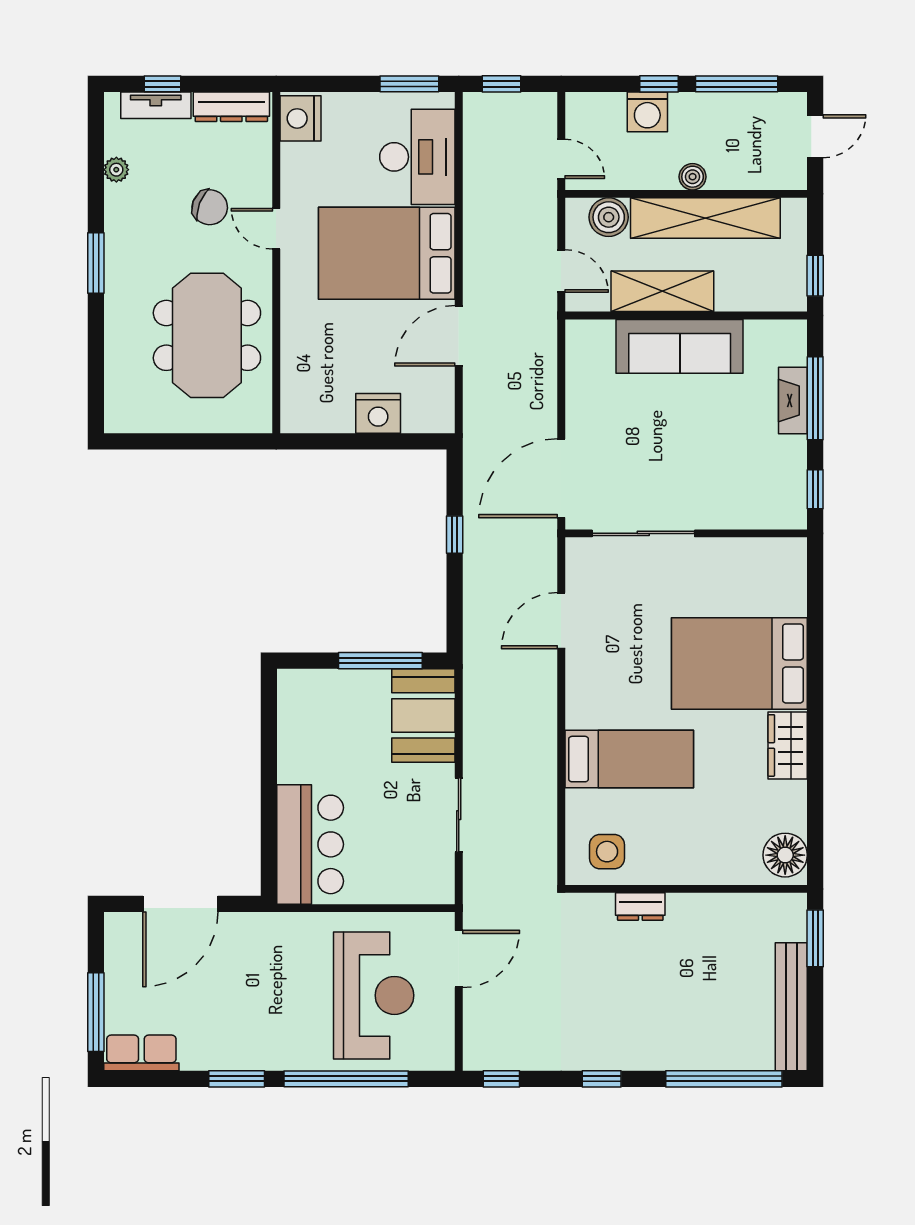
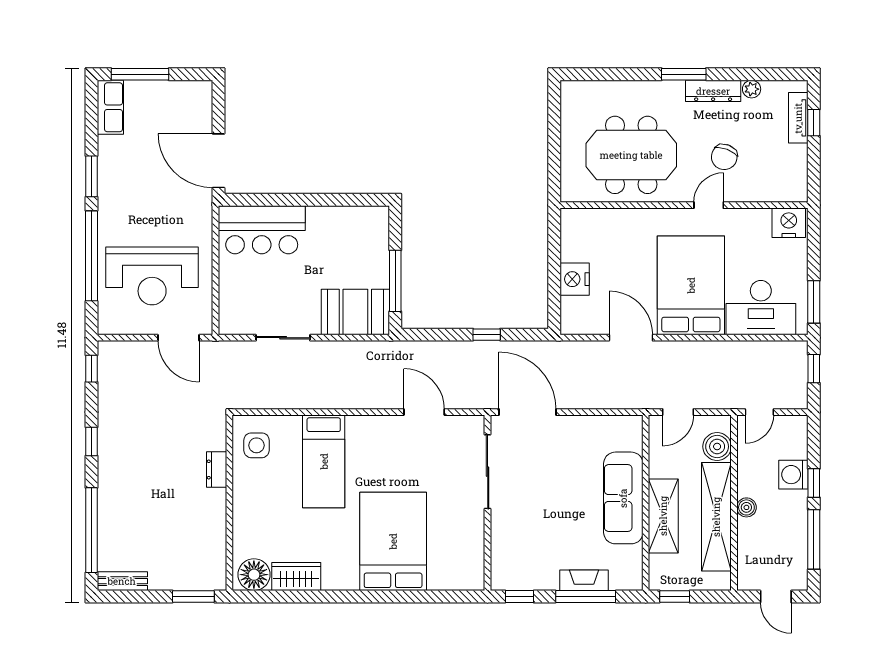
dresser: (231, 107) -> (713, 91), moved, turned -90
shelving: (662, 291) -> (663, 516), moved
wardrobe: (788, 745) -> (296, 577), moved
door: (180, 904) -> (218, 161), moved
bench: (791, 1007) -> (122, 581), width x0.54, depth x0.82

